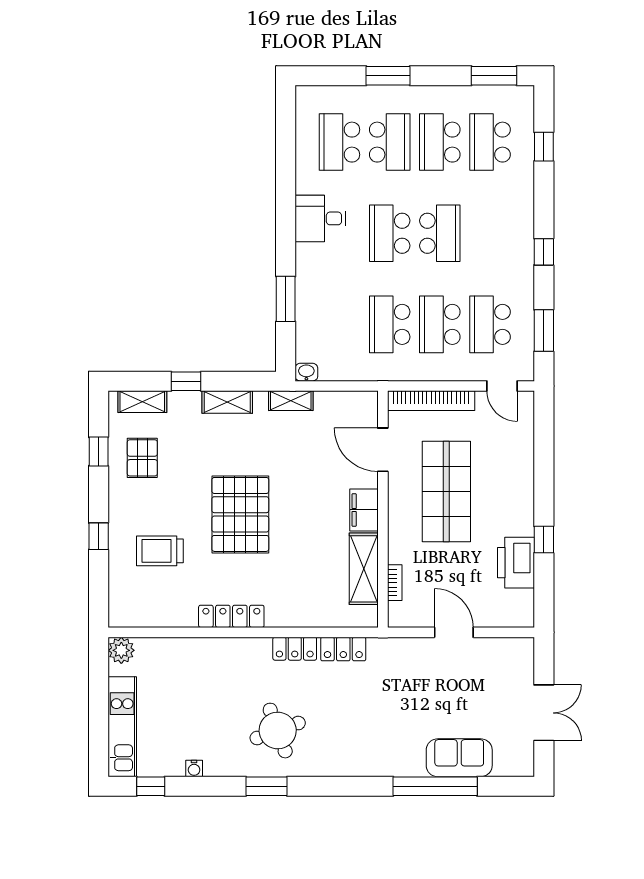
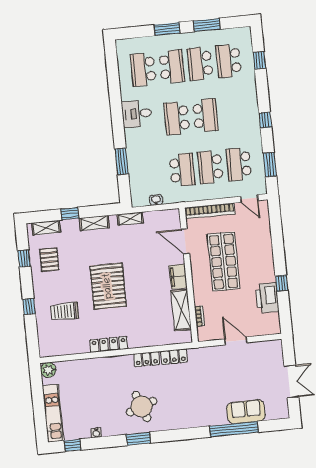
window: (494, 76) -> (207, 25), moved
school desk: (390, 324) -> (182, 170), turned 180
washbasin: (306, 372) -> (156, 200), moved

